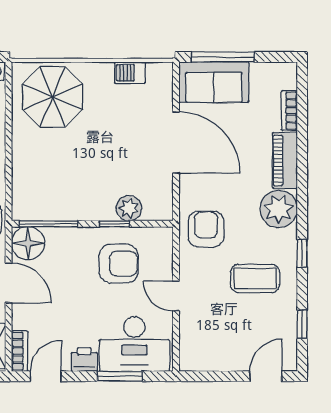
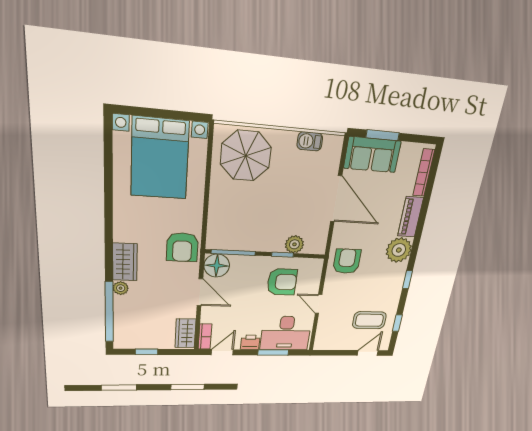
window: (223, 57) -> (383, 135), width x0.69
bookcase: (289, 111) -> (424, 173), width x1.56
coffee table: (255, 278) -> (369, 320), moved

